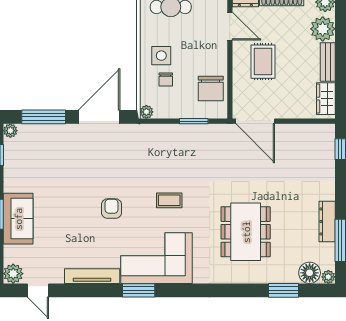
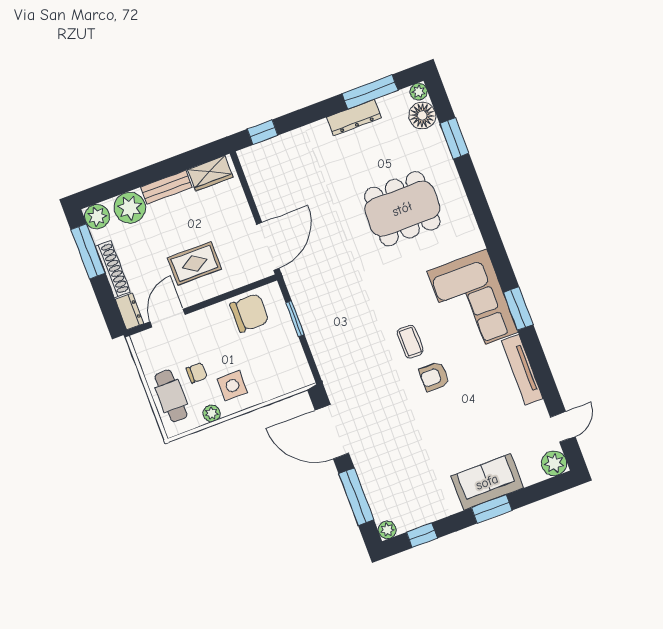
chair: (166, 80) -> (197, 373), moved
plant: (146, 112) -> (212, 413), moved
coffee table: (169, 200) -> (410, 342), moved

